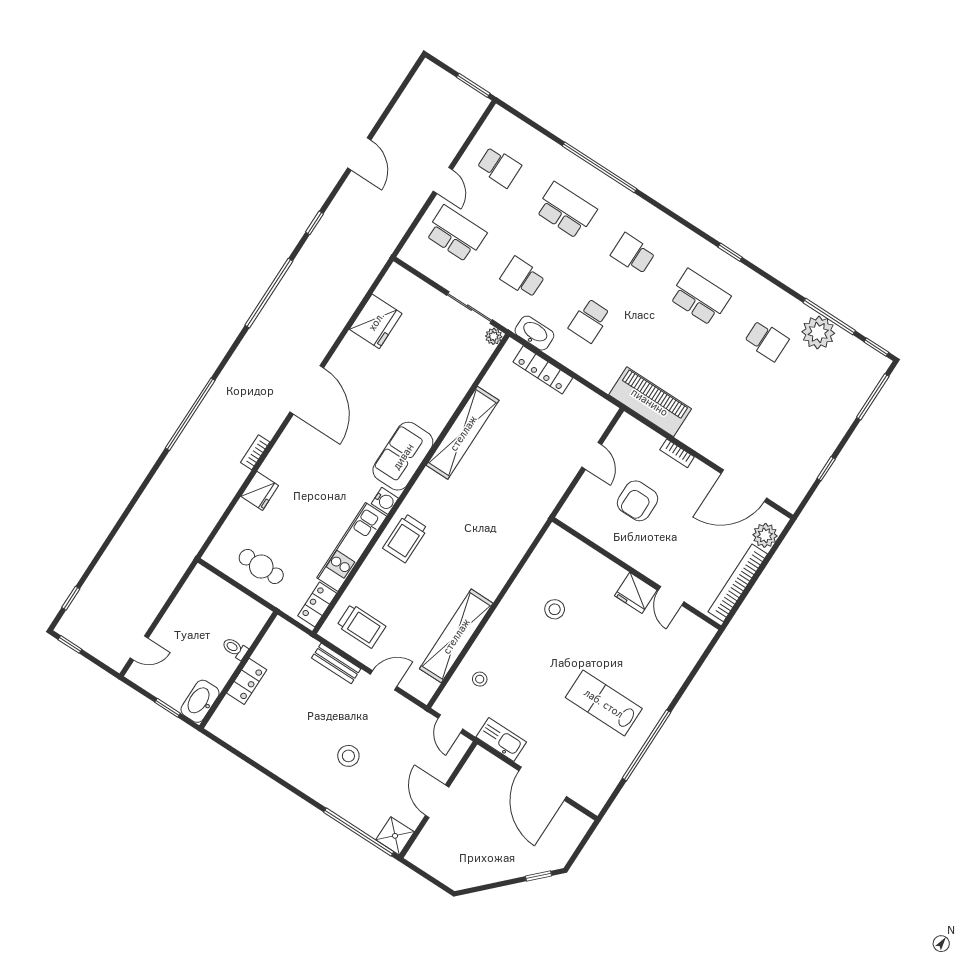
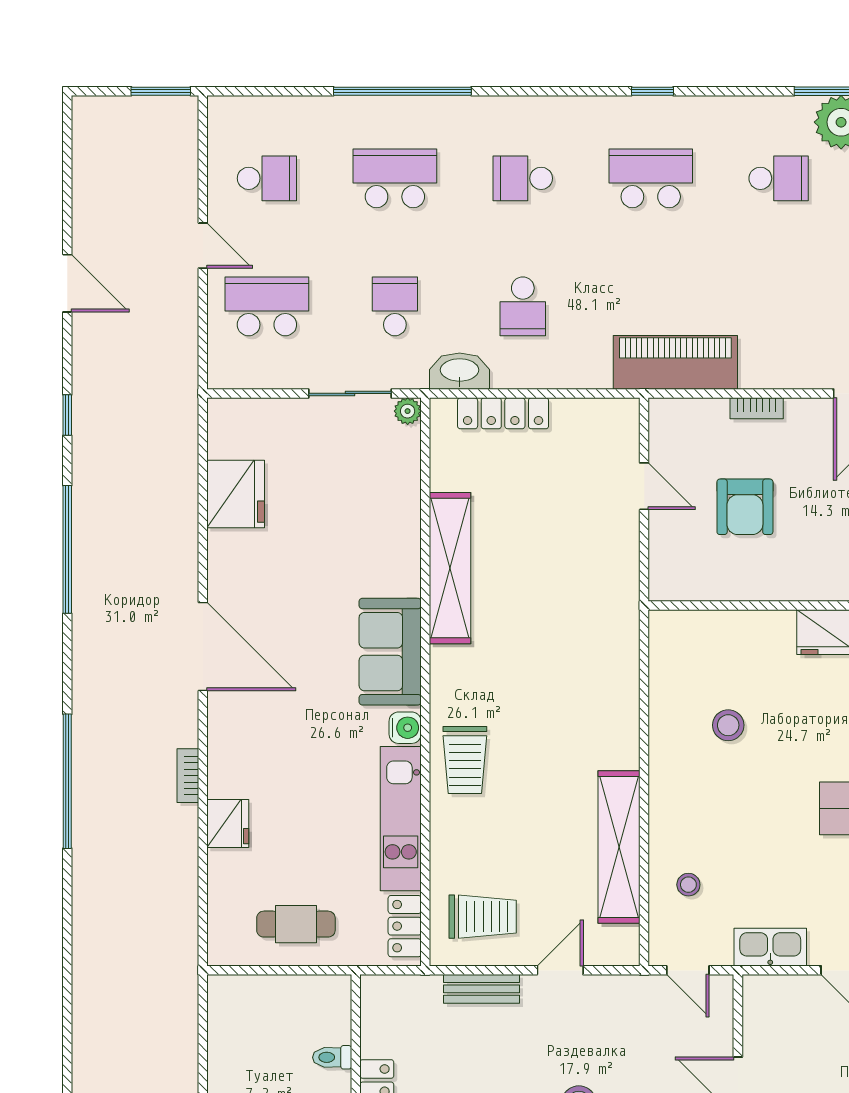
school desk: (523, 277) -> (395, 306), turned 90

